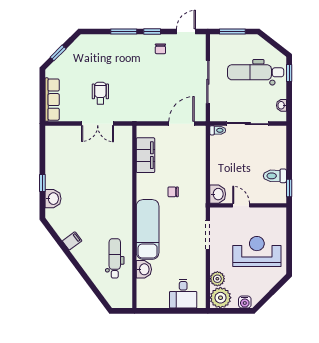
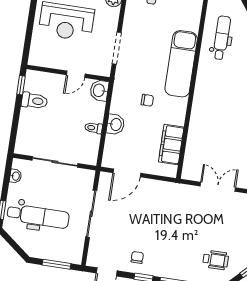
wheelchair: (100, 93) -> (216, 260), moved, turned -90
toilet: (218, 130) -> (94, 128), moved
door: (241, 205) -> (76, 74), hinge flipped
dental chair: (115, 258) -> (222, 38), turned 180
washbasin: (144, 269) -> (115, 124), moved, turned 180

